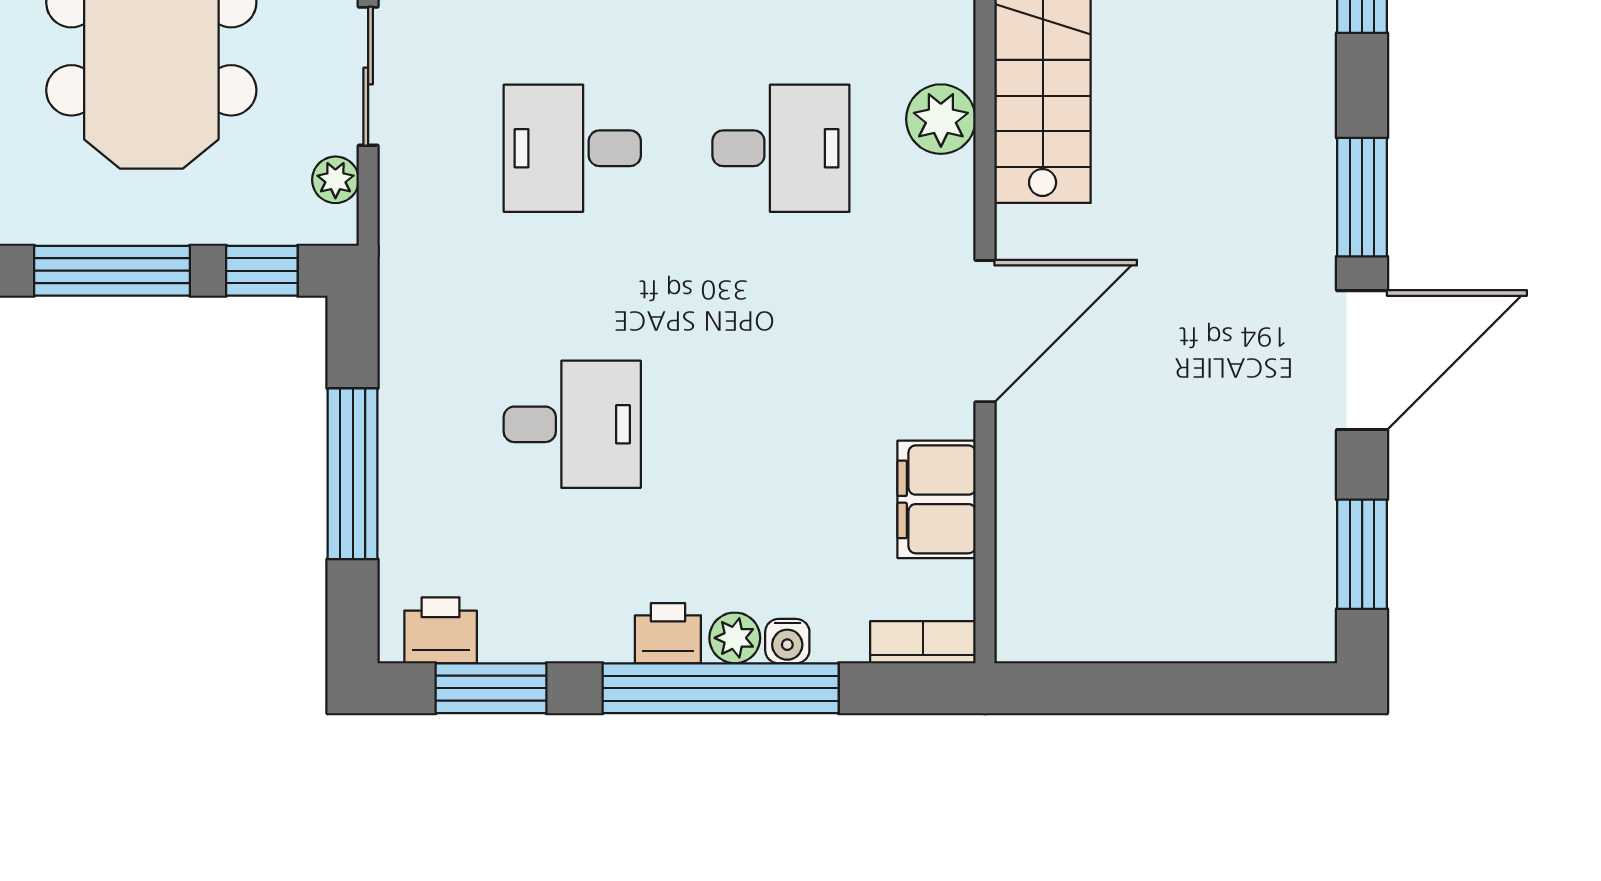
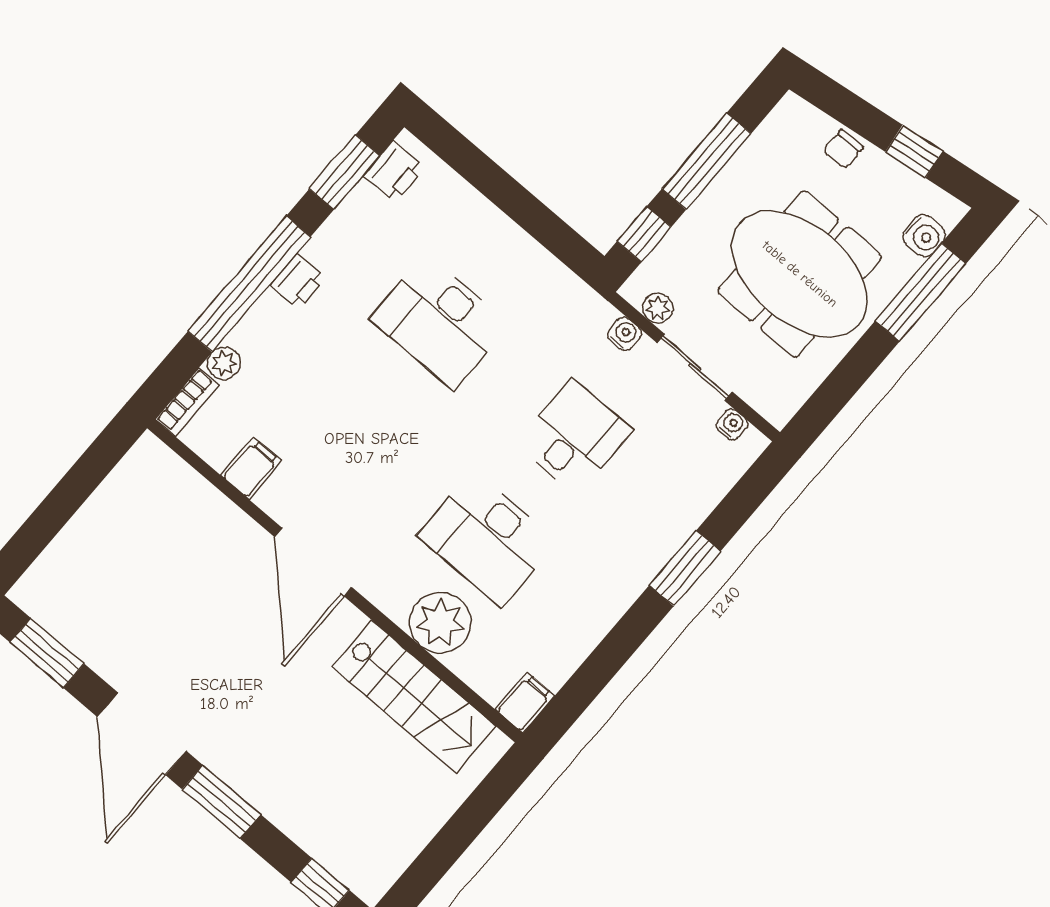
plant: (941, 119) -> (440, 623), width x1.36, depth x1.36
desk: (781, 148) -> (487, 539), width x1.37
desk: (572, 424) -> (440, 322), width x1.37
window: (353, 474) -> (507, 194), removed
filing cabinet: (937, 499) -> (251, 468), width x0.50
plant: (735, 638) -> (224, 363), moved
water cooler: (787, 641) -> (624, 334), moved, turned 90

